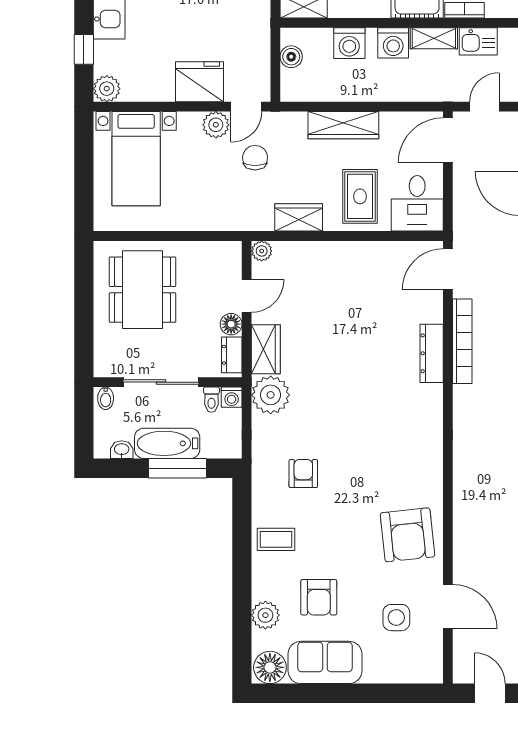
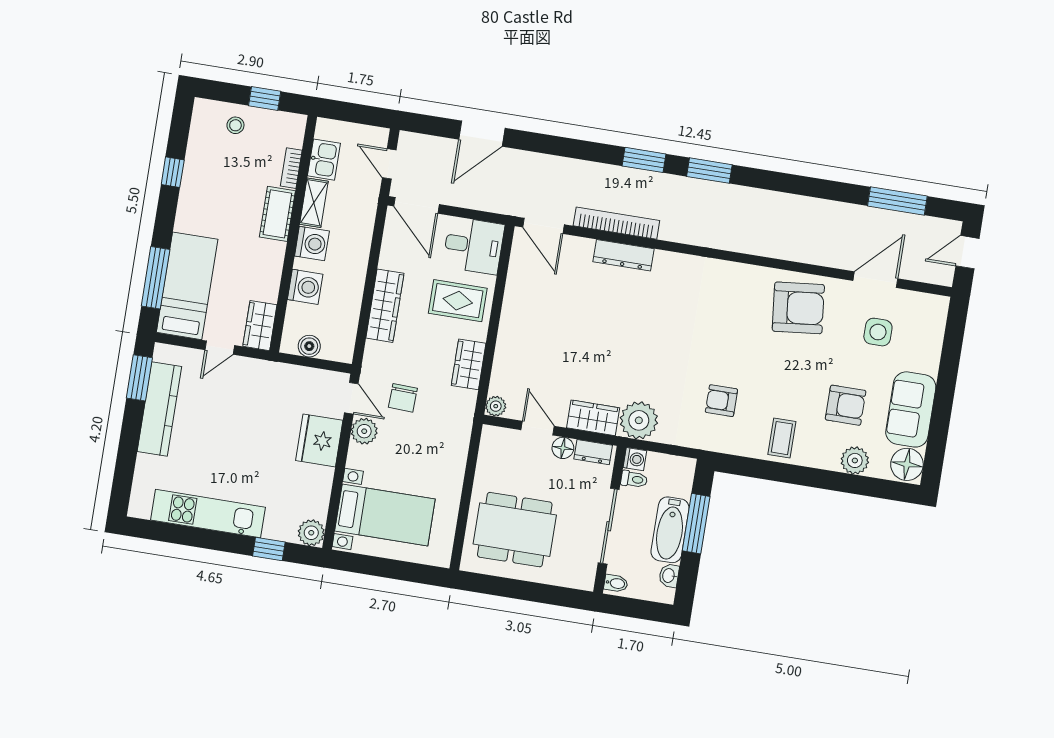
chair: (255, 158) -> (403, 398), turned -88

